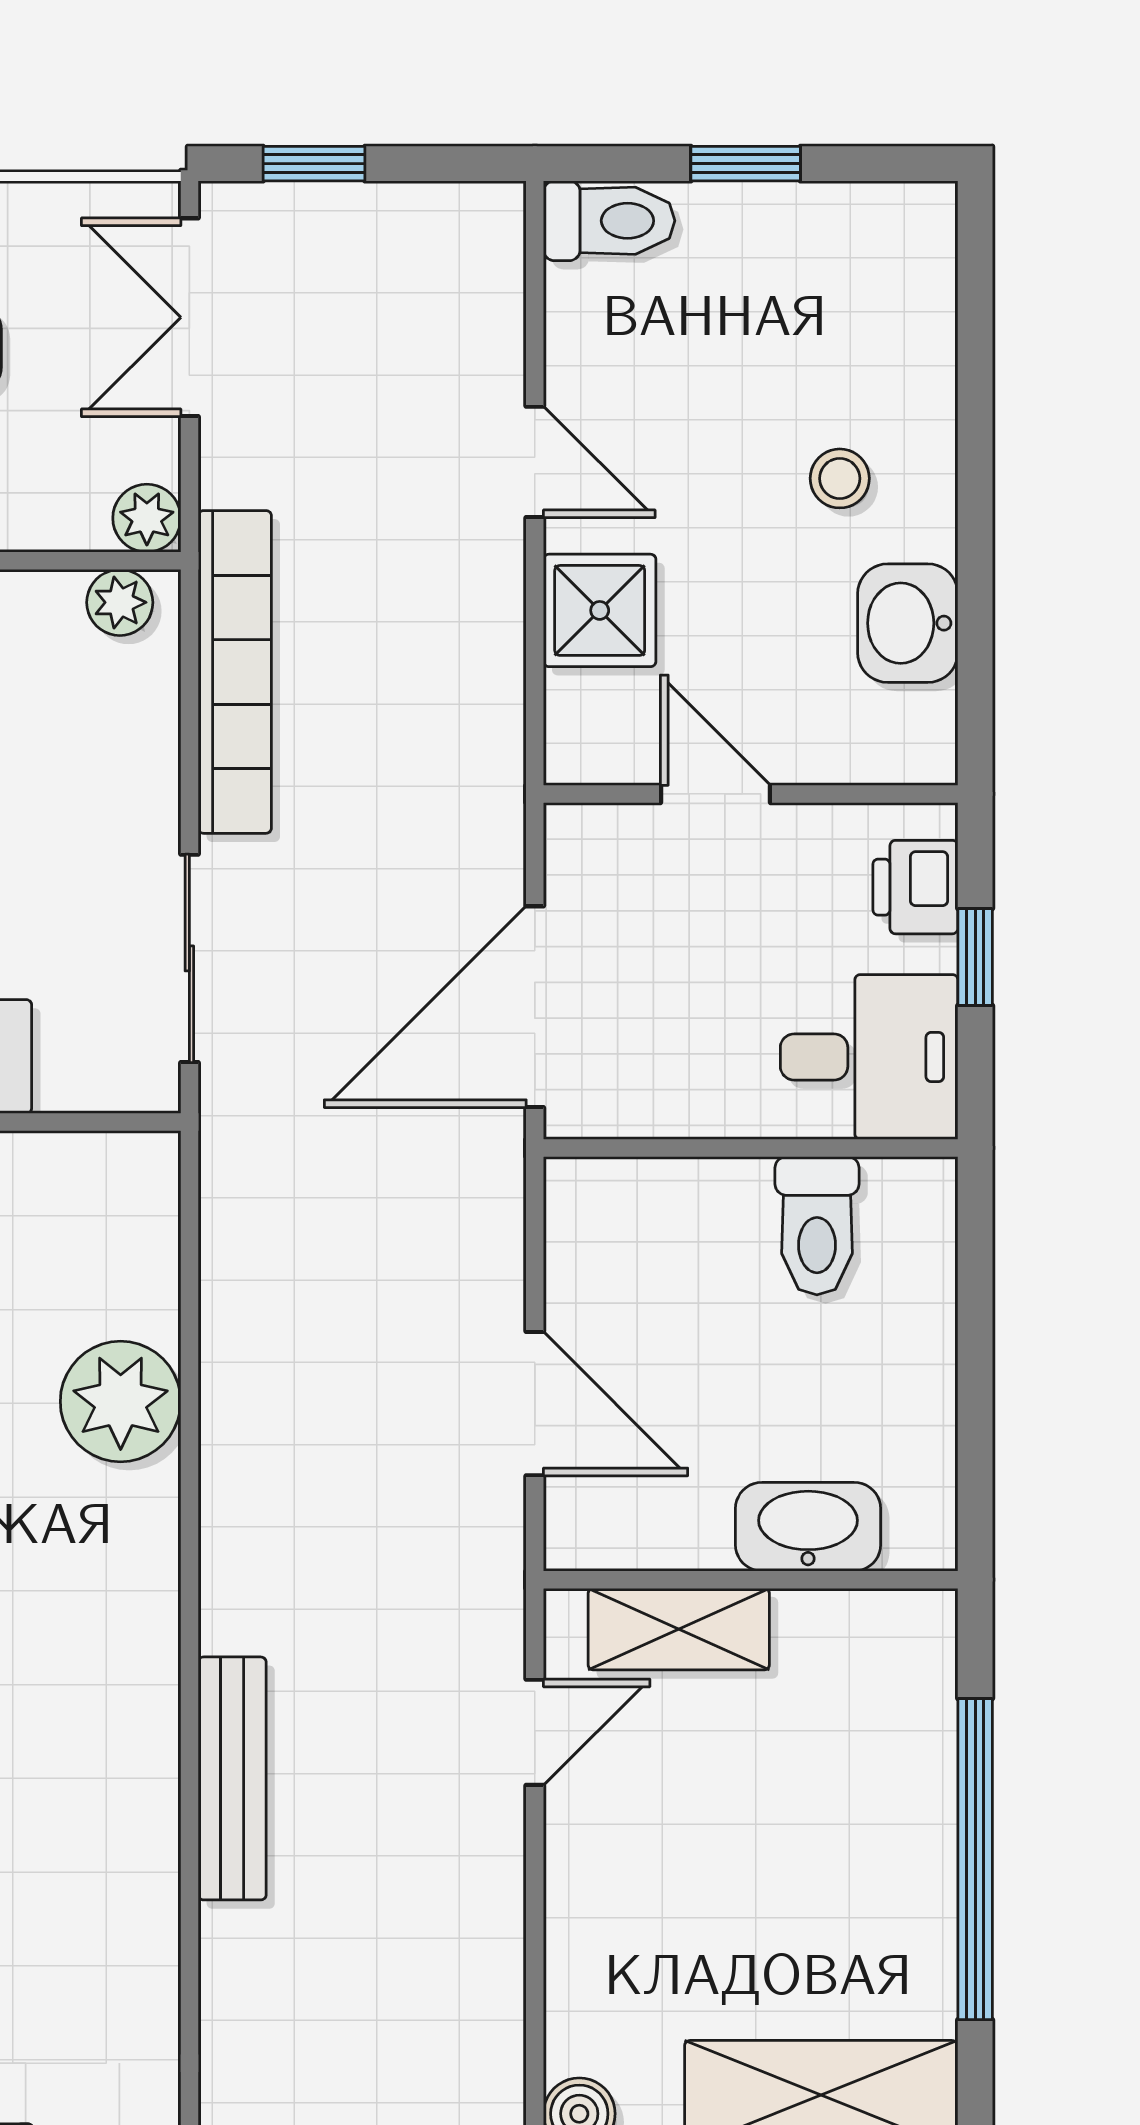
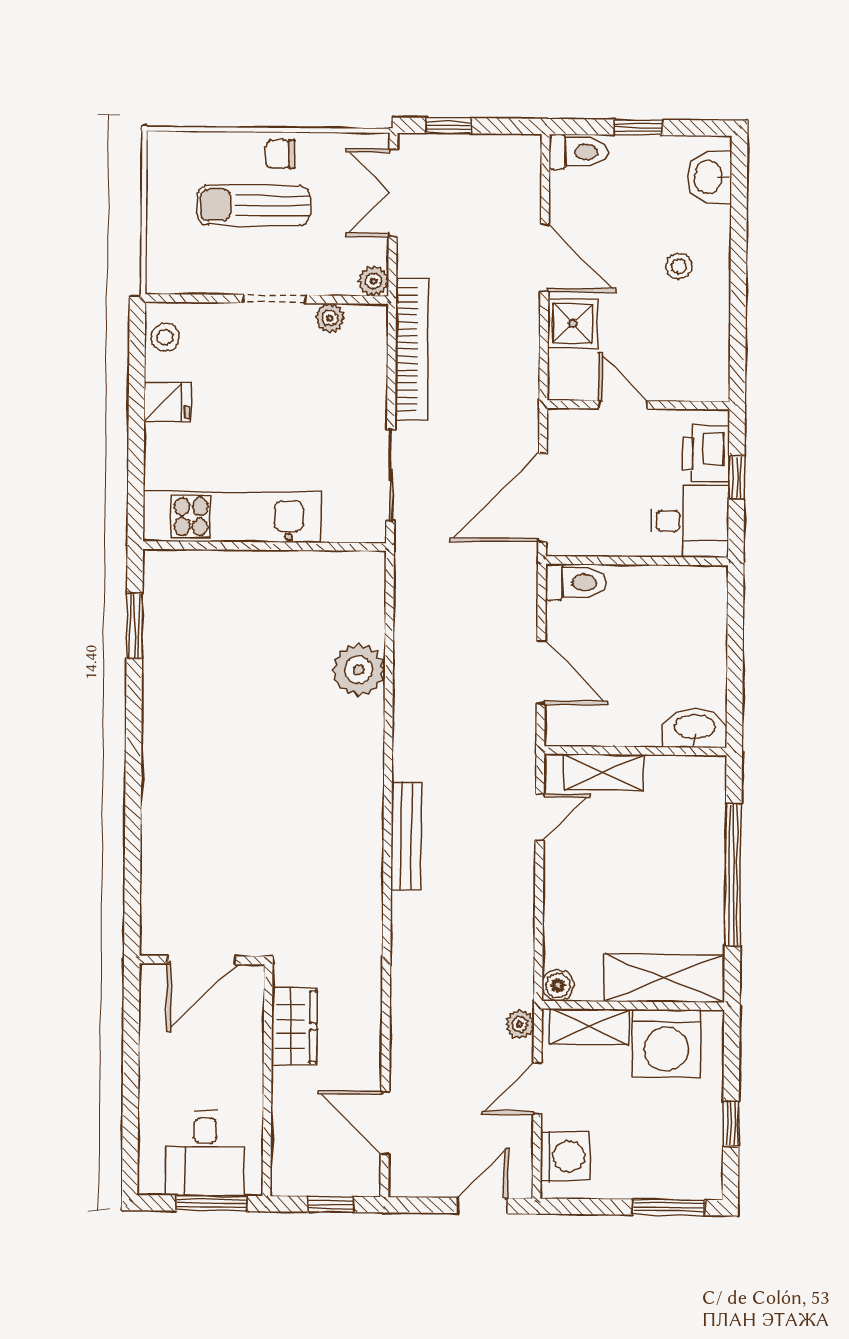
door: (535, 462) -> (545, 258), width x1.38
plant: (120, 602) -> (330, 318), moved
washbasin: (908, 623) -> (709, 177), moved
printer: (915, 887) -> (706, 454), width x1.36, depth x1.24
toilet: (817, 1226) -> (576, 582), moved, turned -90
washbasin: (808, 1527) -> (695, 728), moved

